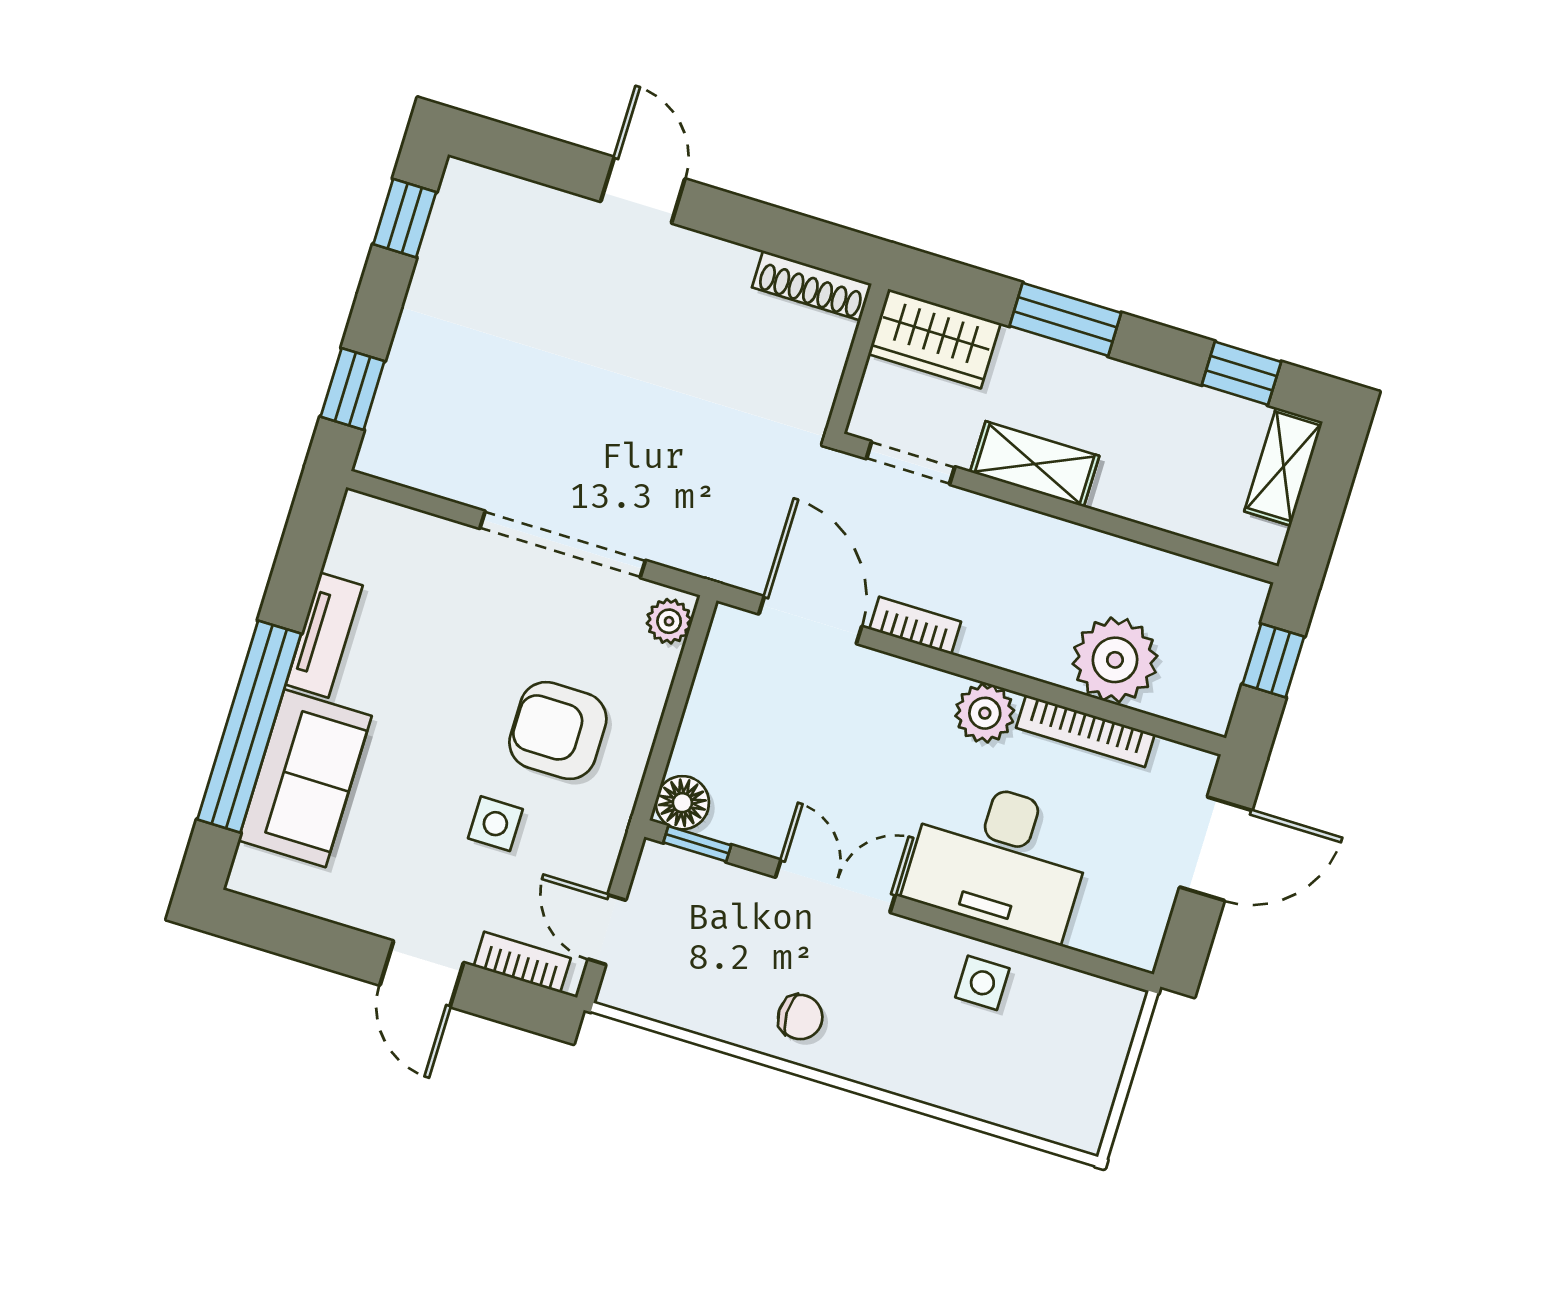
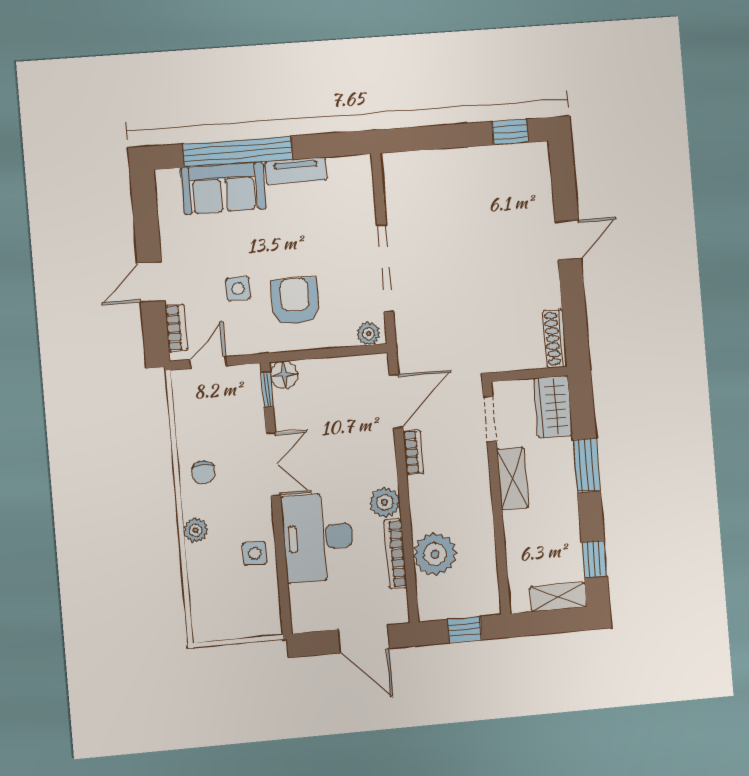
window: (353, 389) -> (419, 138), removed
plant: (898, 1072) -> (196, 530), added

